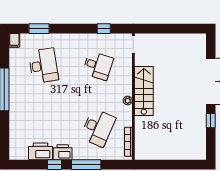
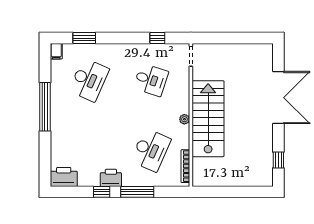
desk: (43, 66) -> (89, 80), turned 33
stairs: (144, 91) -> (208, 119), width x1.36, depth x1.51
window: (211, 121) -> (278, 160), moved
printer: (41, 151) -> (64, 177), moved

